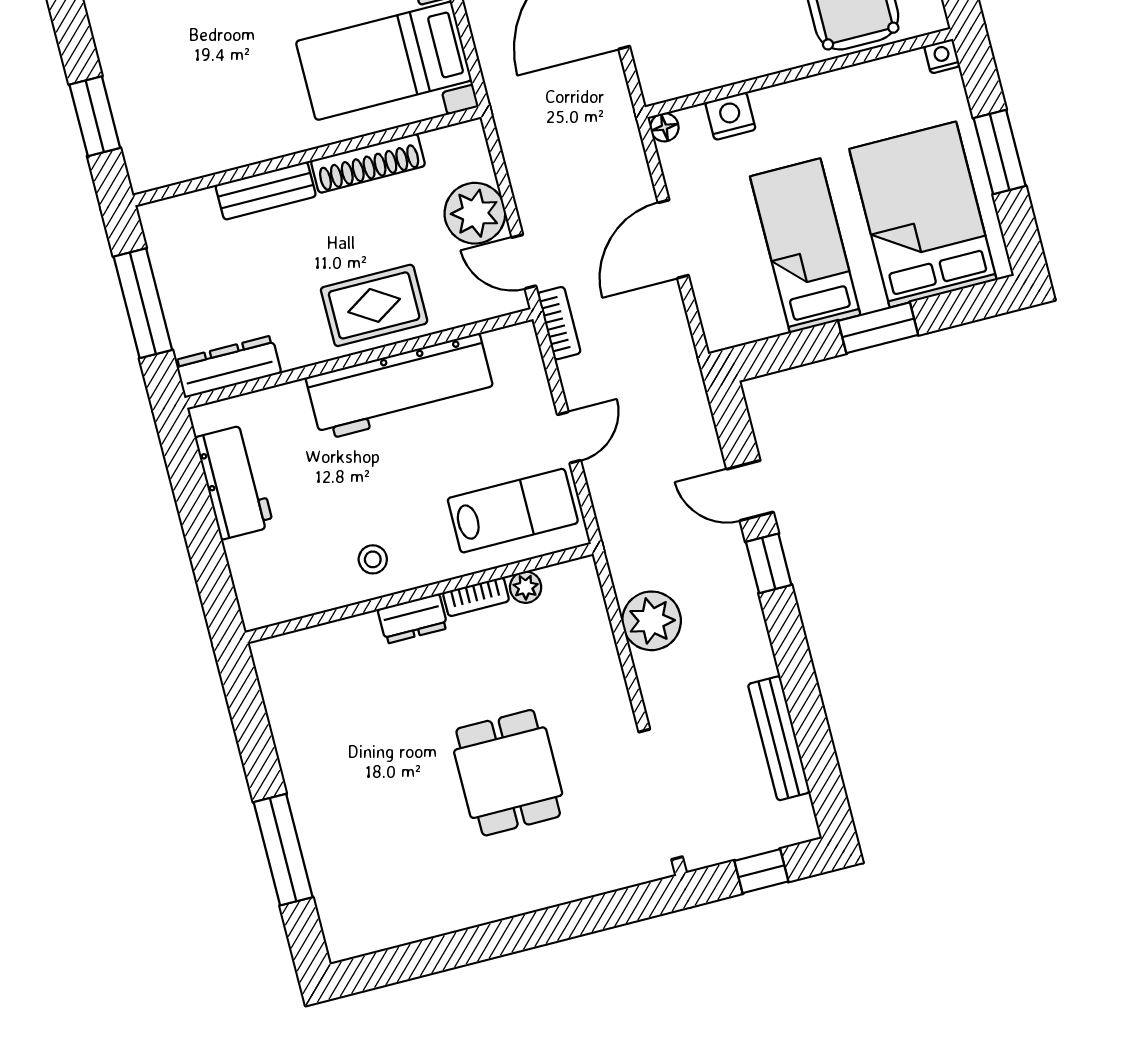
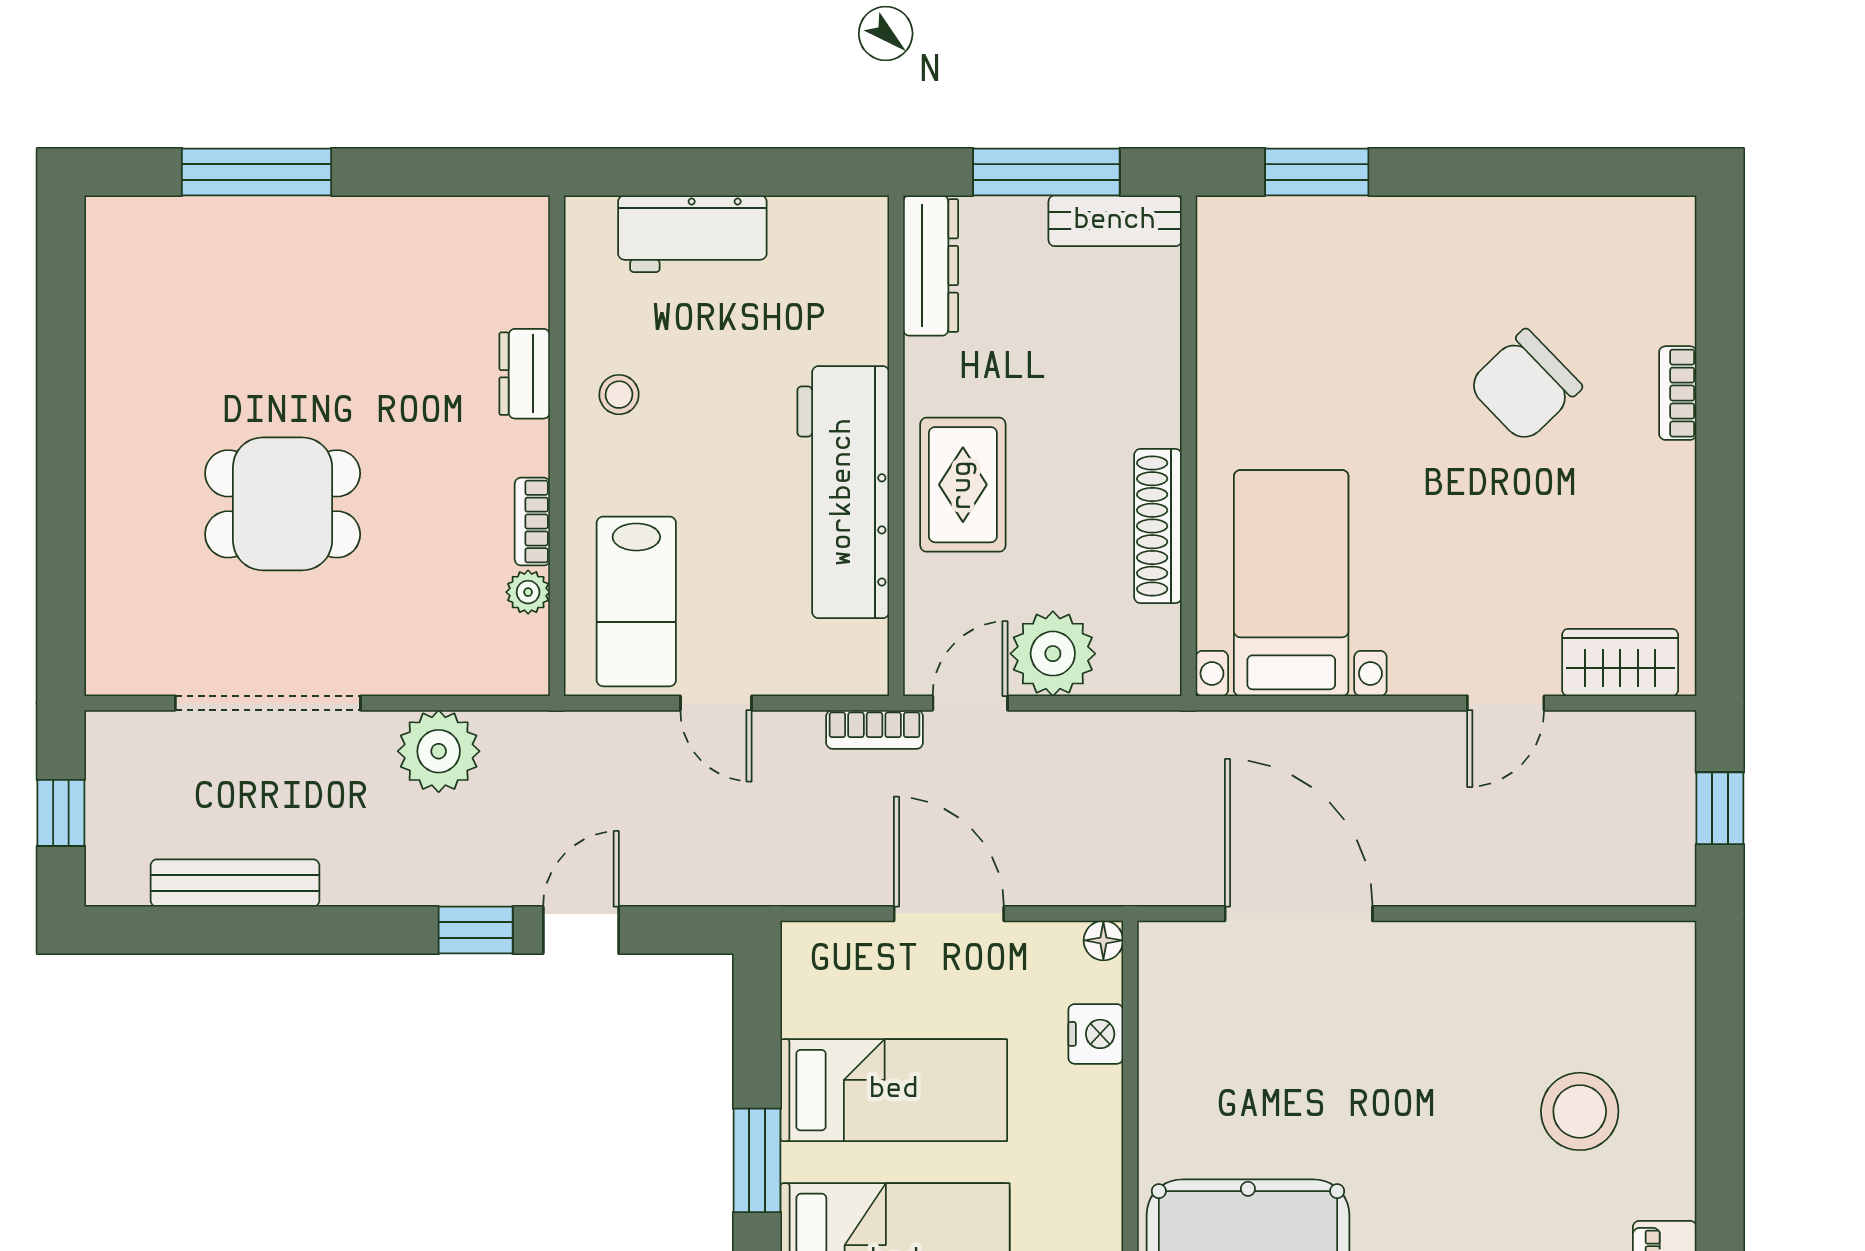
bench: (266, 191) -> (1115, 221), moved, turned 90
workbench: (234, 482) -> (692, 234), moved
dresser: (413, 619) -> (525, 374), moved
doorway: (661, 794) -> (268, 703), moved

